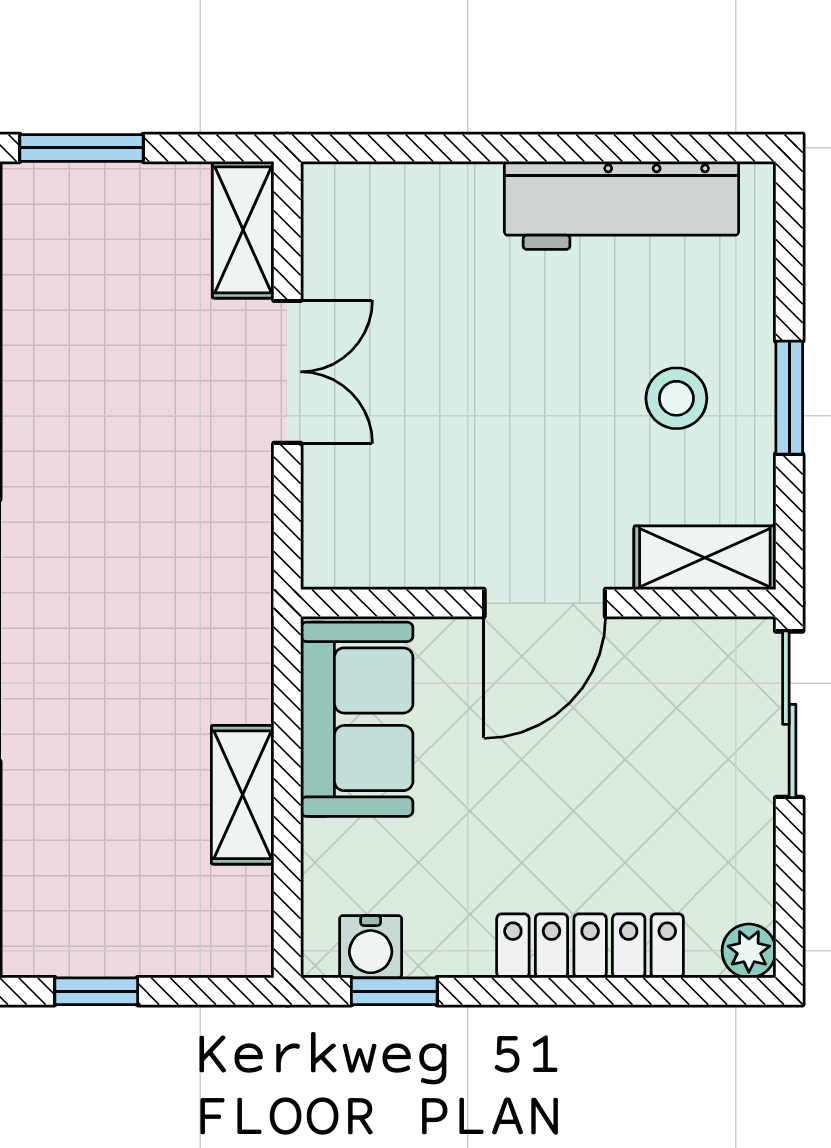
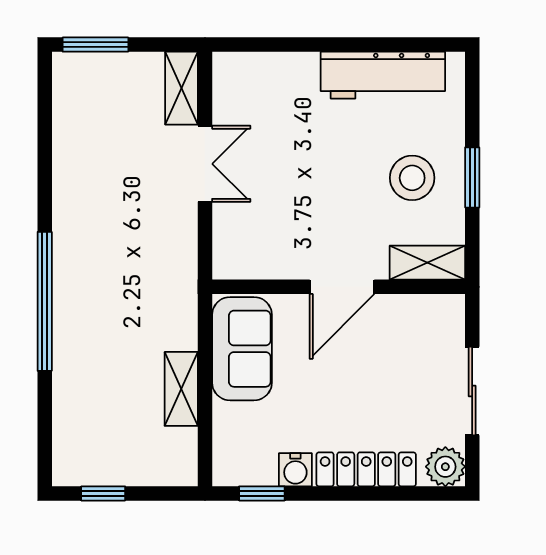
stool: (676, 398) -> (412, 178), width x1.38, depth x1.38
sliding door: (789, 714) -> (472, 391), moved
water cooler: (371, 947) -> (295, 470), moved
plant: (749, 951) -> (445, 467), width x1.38, depth x1.38

